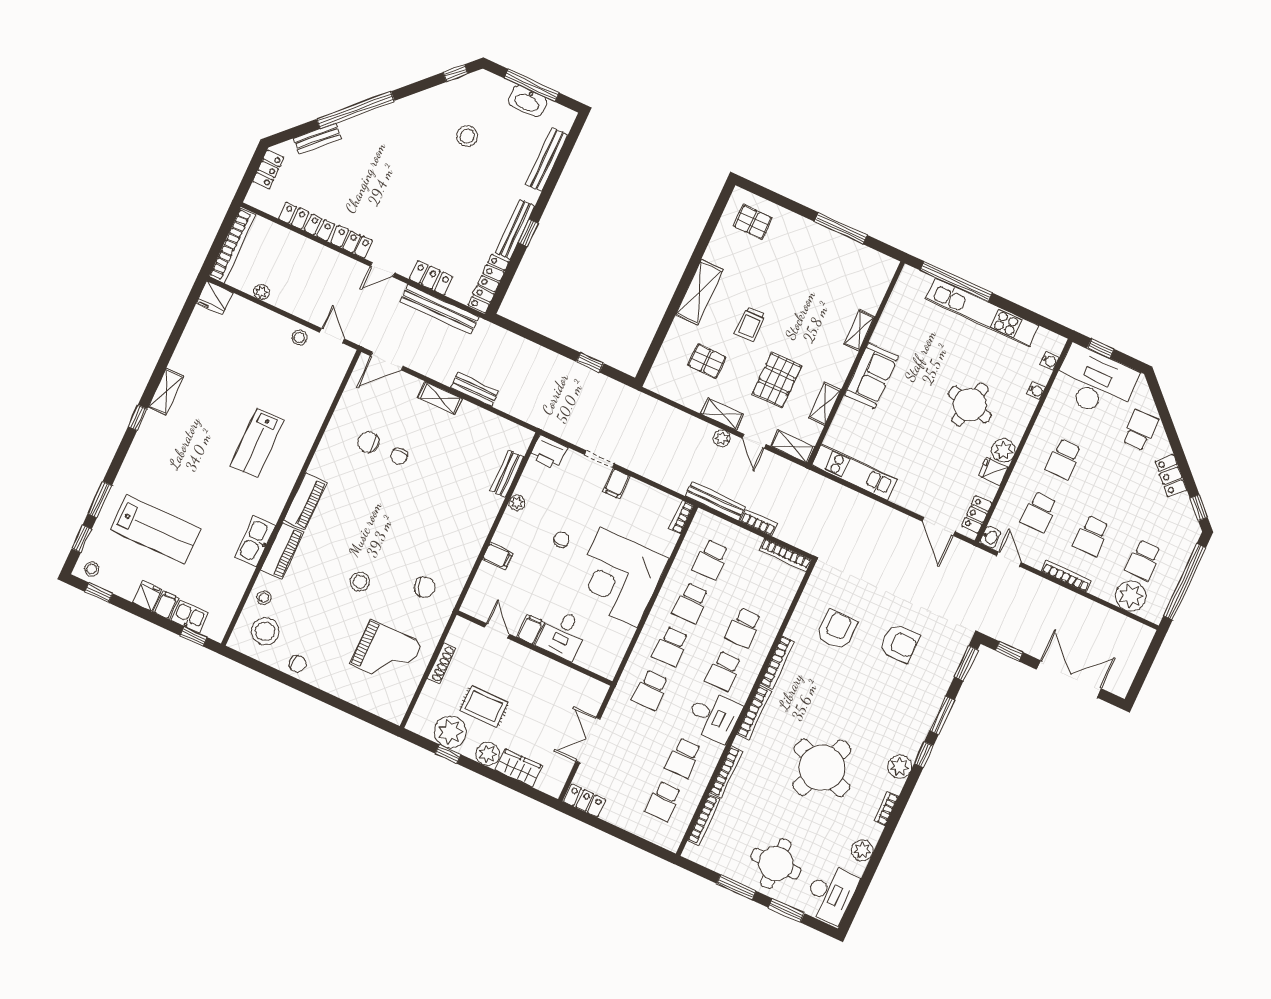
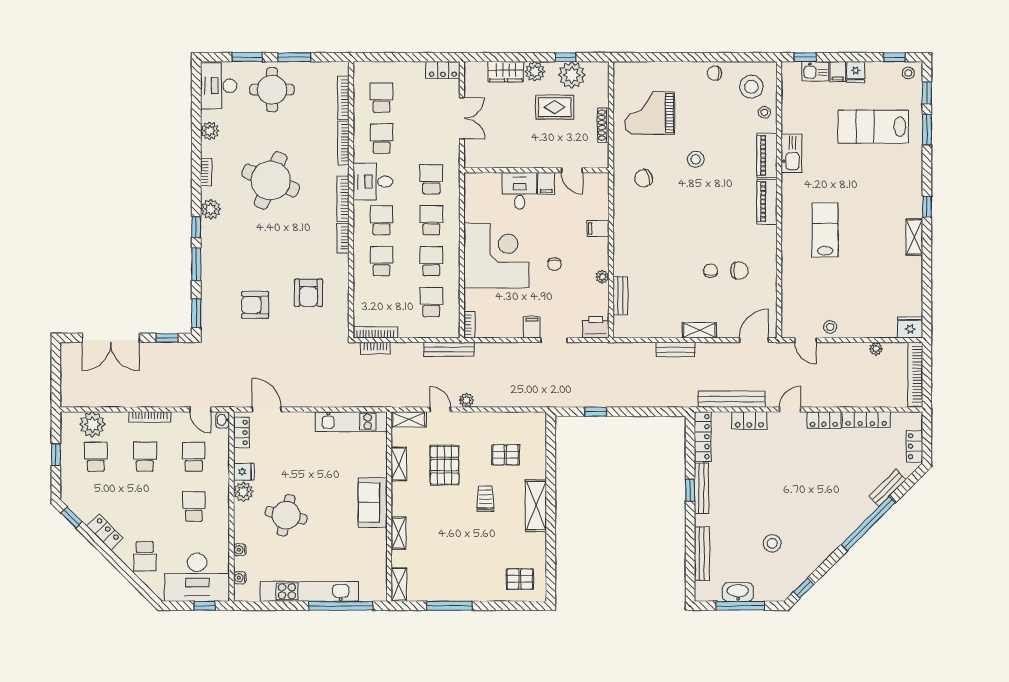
shelving: (722, 414) -> (399, 585), moved, turned 90
bookcase: (759, 522) -> (375, 348), moved
window: (1185, 582) -> (56, 455), width x0.32
bookcase: (777, 662) -> (343, 238), width x0.64

